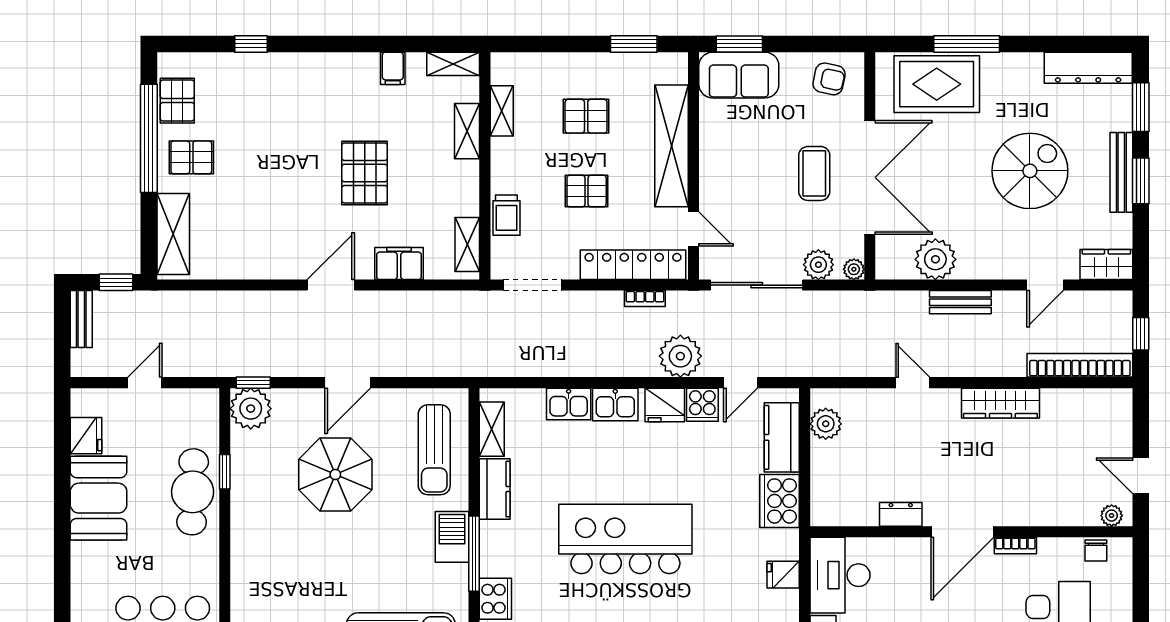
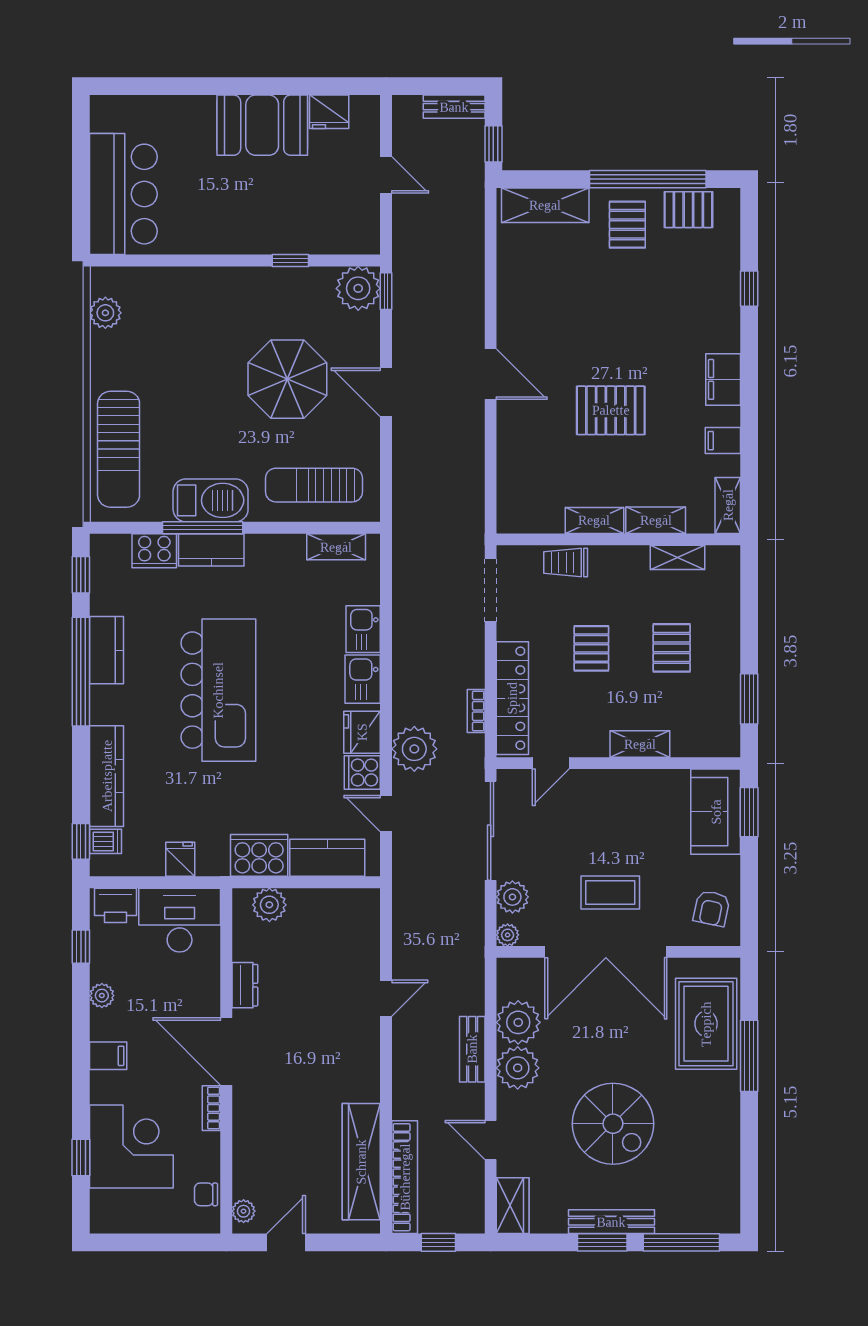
dresser: (1088, 68) -> (724, 1186), removed
window: (1141, 107) -> (681, 1242), width x1.44
shelving: (672, 146) -> (640, 744), width x0.45, depth x0.75
shelving: (467, 244) -> (594, 520), moved
plant: (978, 260) -> (518, 1068), added
filing cabinet: (399, 264) -> (723, 379), moved, turned 180
wardrobe: (1000, 403) -> (361, 1162), moved, width x1.40, depth x1.17
plant: (826, 424) -> (269, 905), moved
kitchen counter: (495, 489) -> (211, 550), moved
cafe table: (193, 492) -> (269, 226), removed
barbecue: (452, 537) -> (211, 500), width x1.37, depth x1.21

